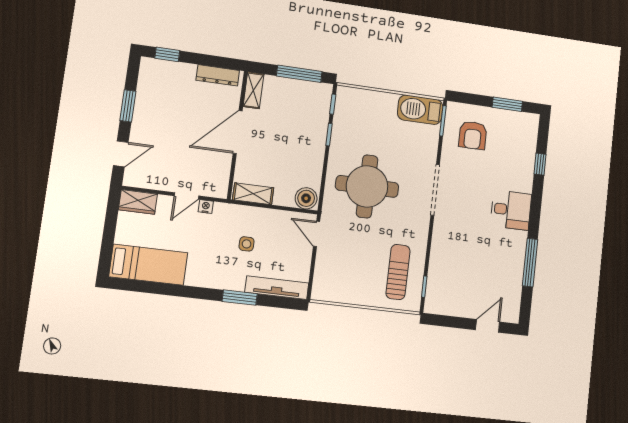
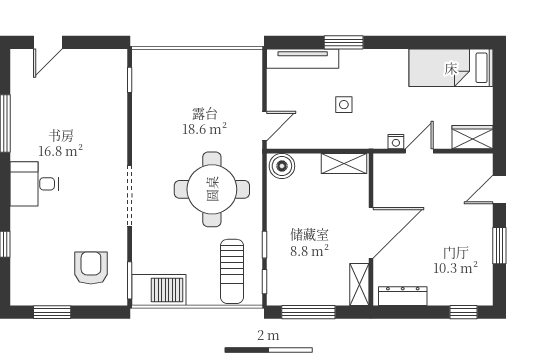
door: (317, 234) -> (264, 126), hinge flipped
sun lounger: (398, 272) -> (232, 271), moved

